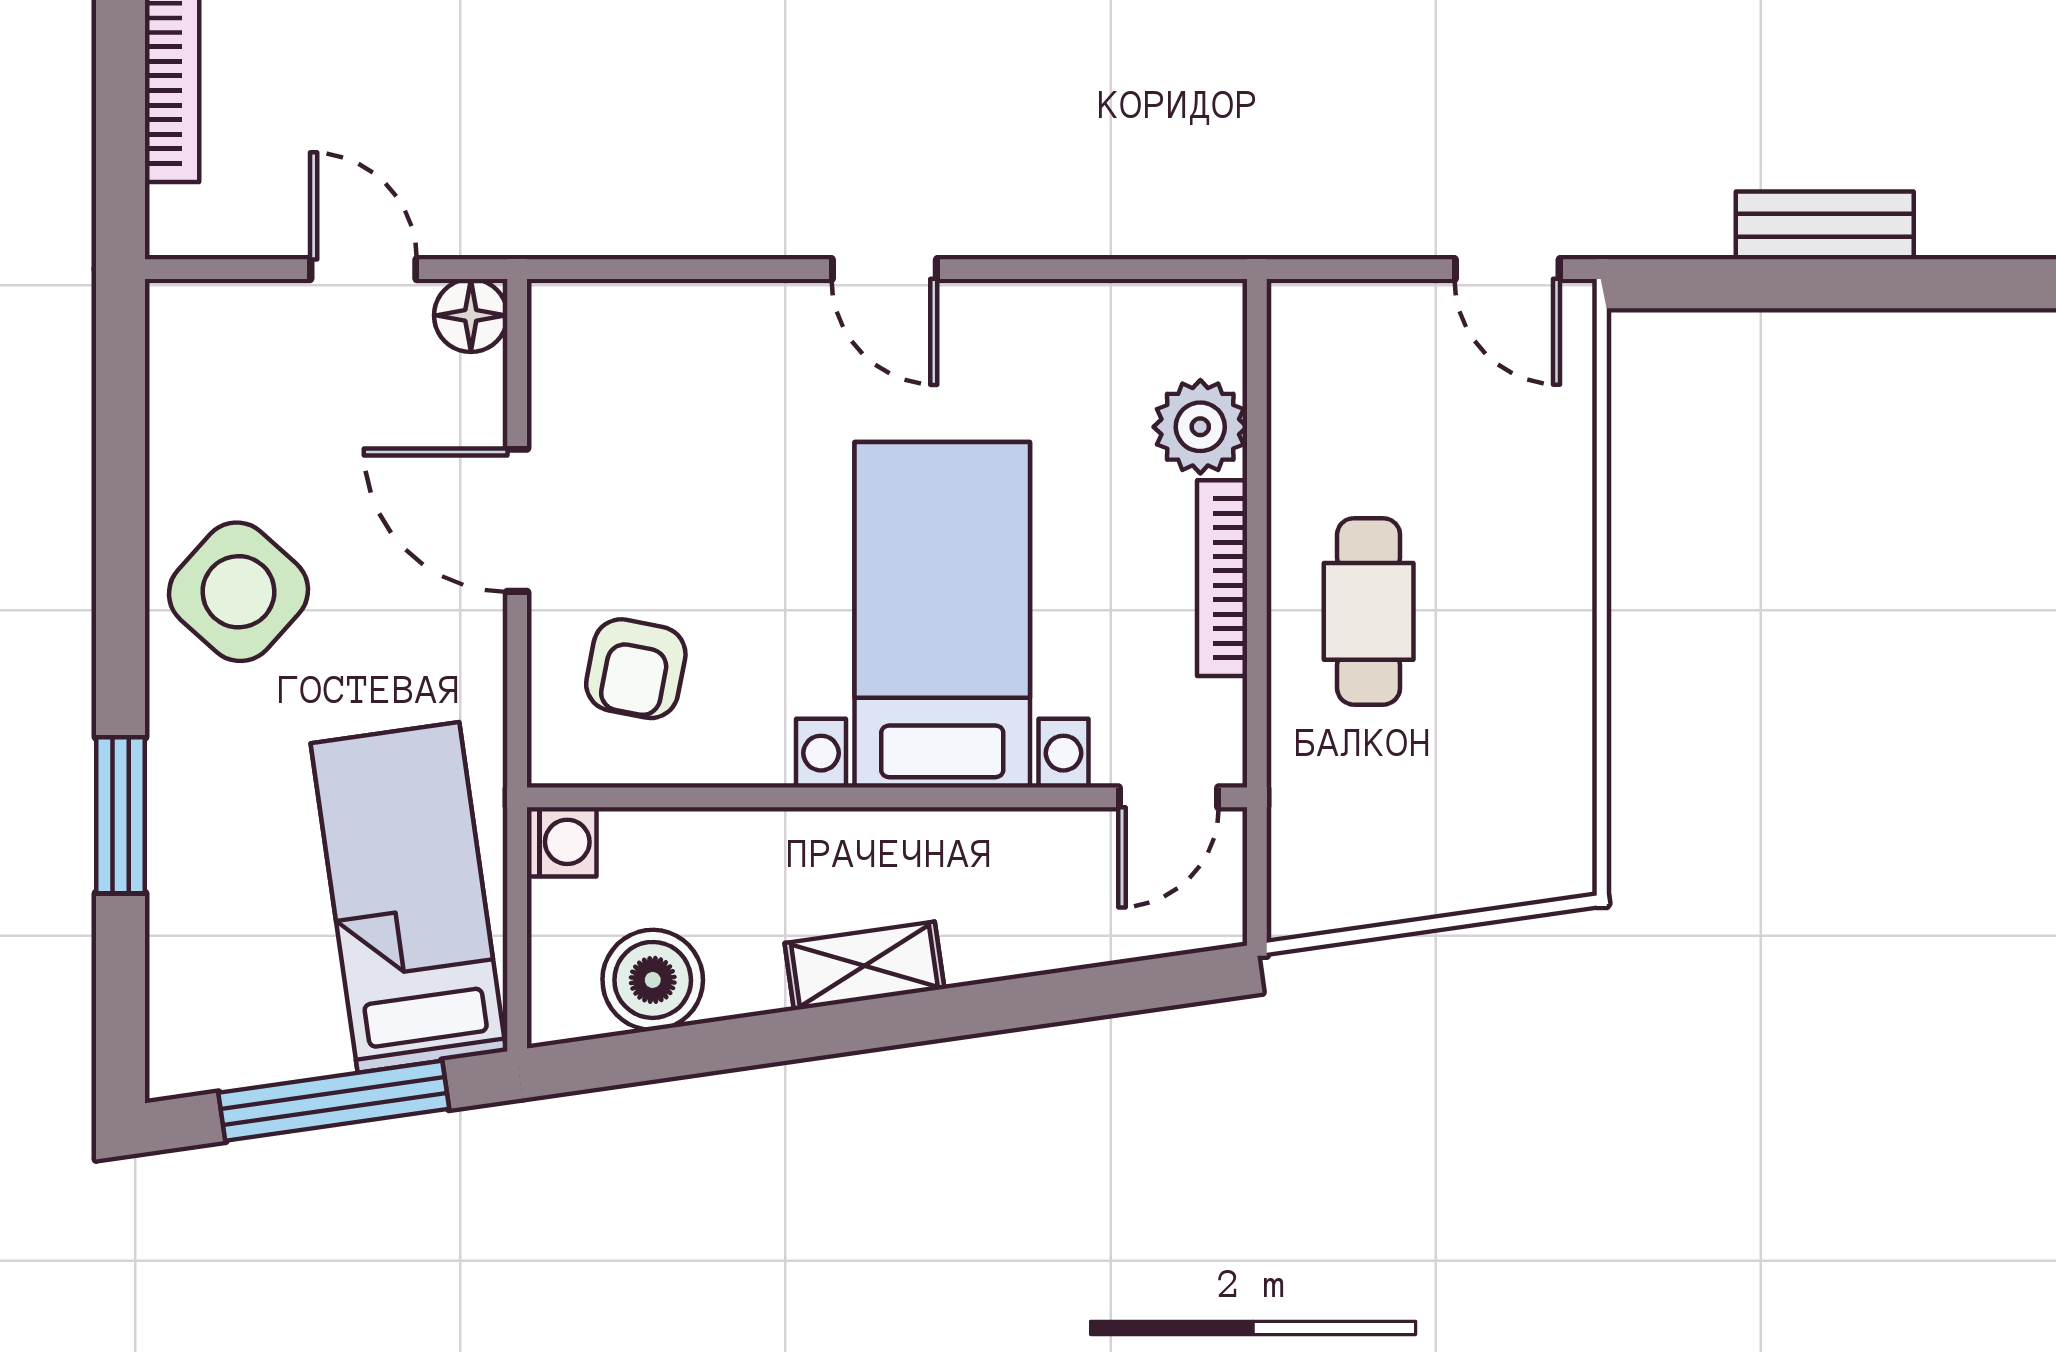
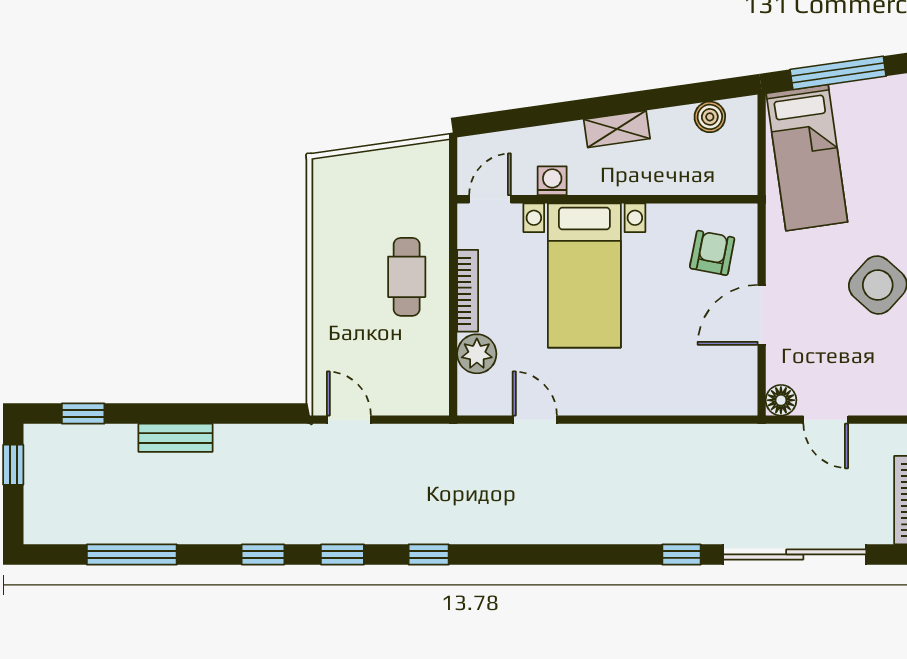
bench: (1825, 225) -> (175, 438), moved
door: (884, 269) -> (535, 420), moved
door: (517, 520) -> (762, 315), swing flipped
washing machine: (562, 842) -> (552, 181), moved, turned 90
boiler: (653, 980) -> (710, 117), width x0.73, depth x0.73

